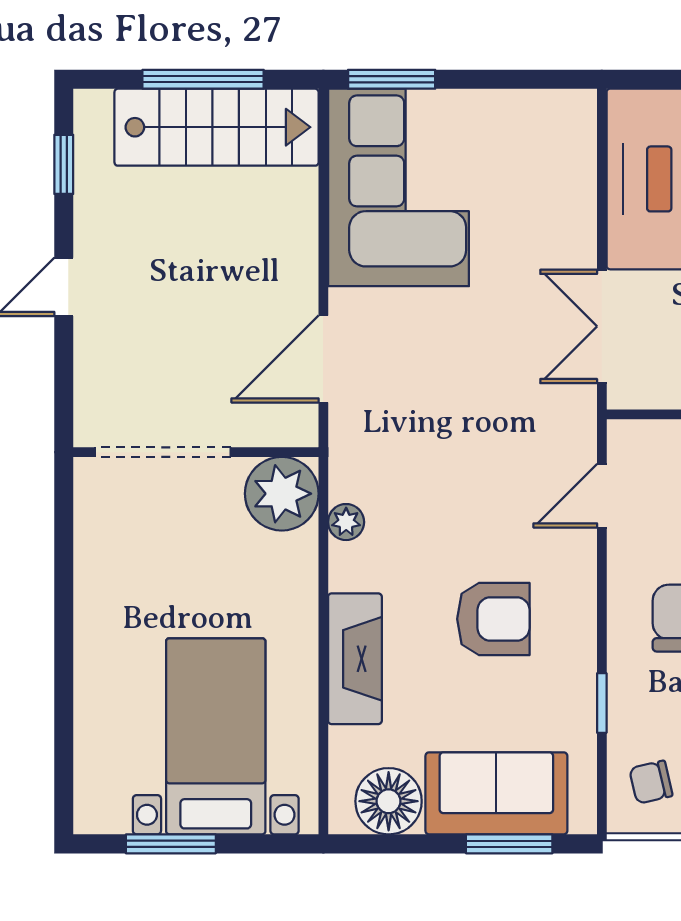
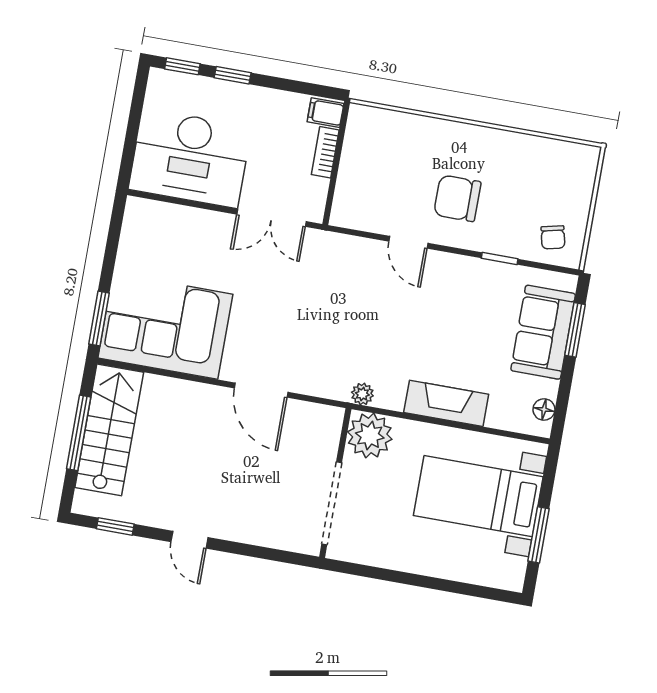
doorway: (163, 452) -> (332, 503), moved
wall: (196, 452) -> (335, 483), moved
plant: (282, 494) -> (370, 435), moved
door: (602, 496) -> (408, 242), moved
armchair: (493, 619) -> (437, 315), removed
floor lamp: (389, 801) -> (544, 410), width x0.53, depth x0.53

